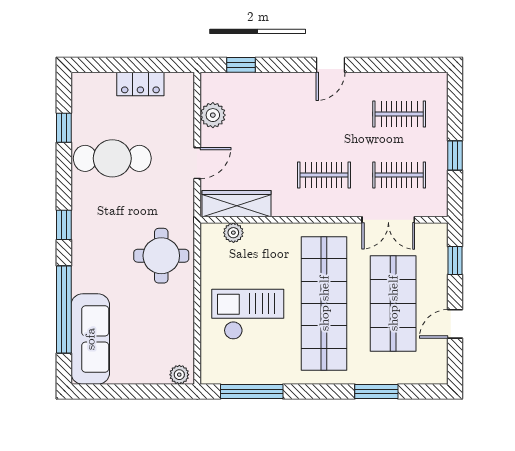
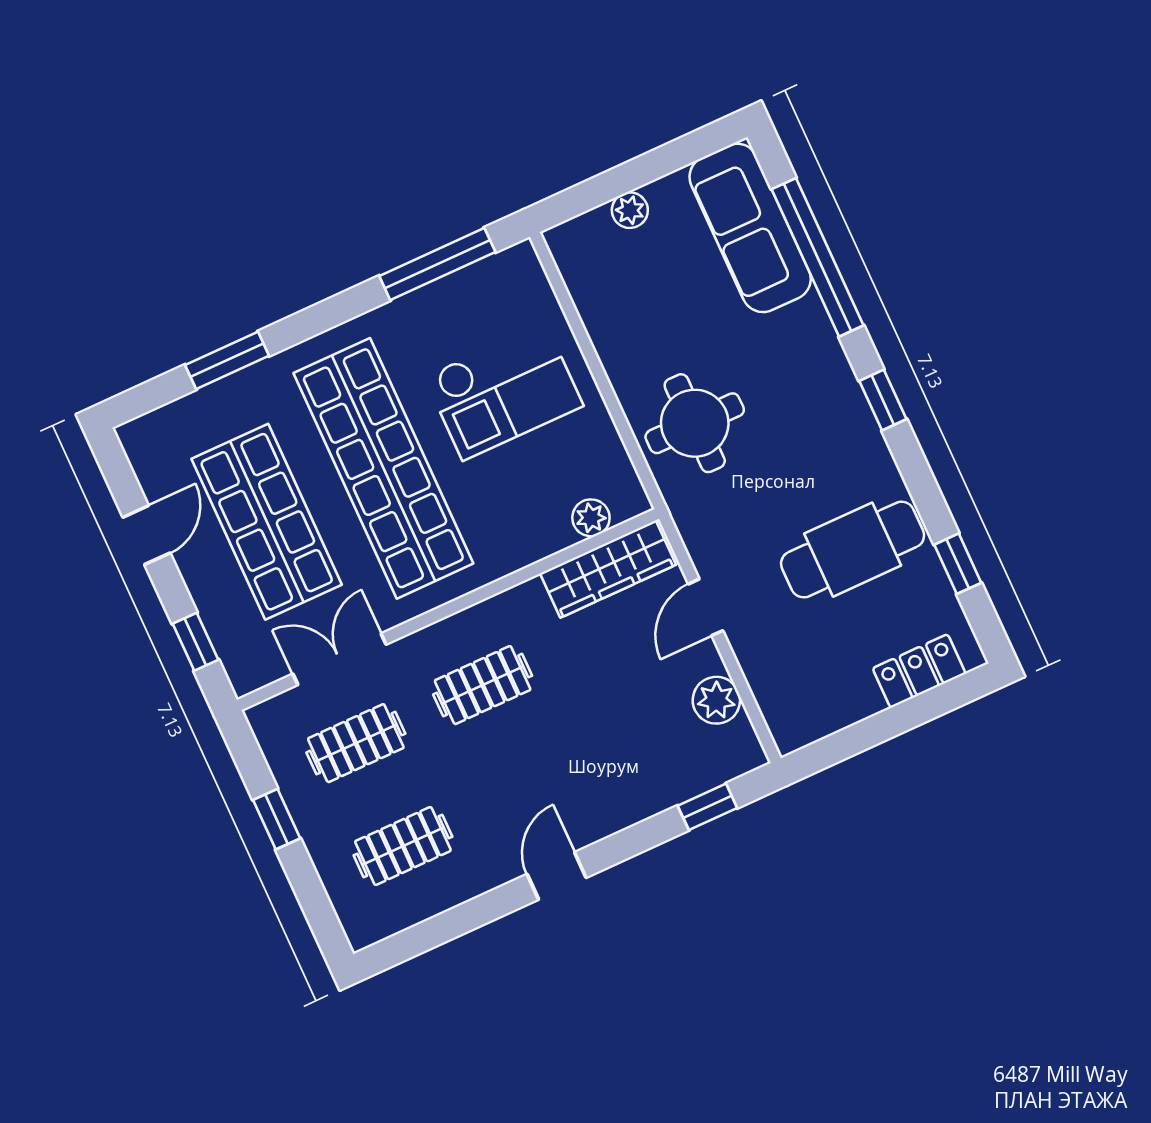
locker: (140, 84) -> (919, 671), moved
plant: (179, 375) -> (630, 210), moved

